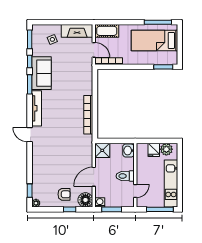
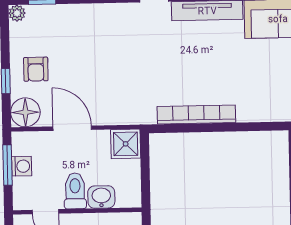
washbasin: (128, 151) -> (101, 197), moved
washing machine: (100, 202) -> (22, 166), moved

